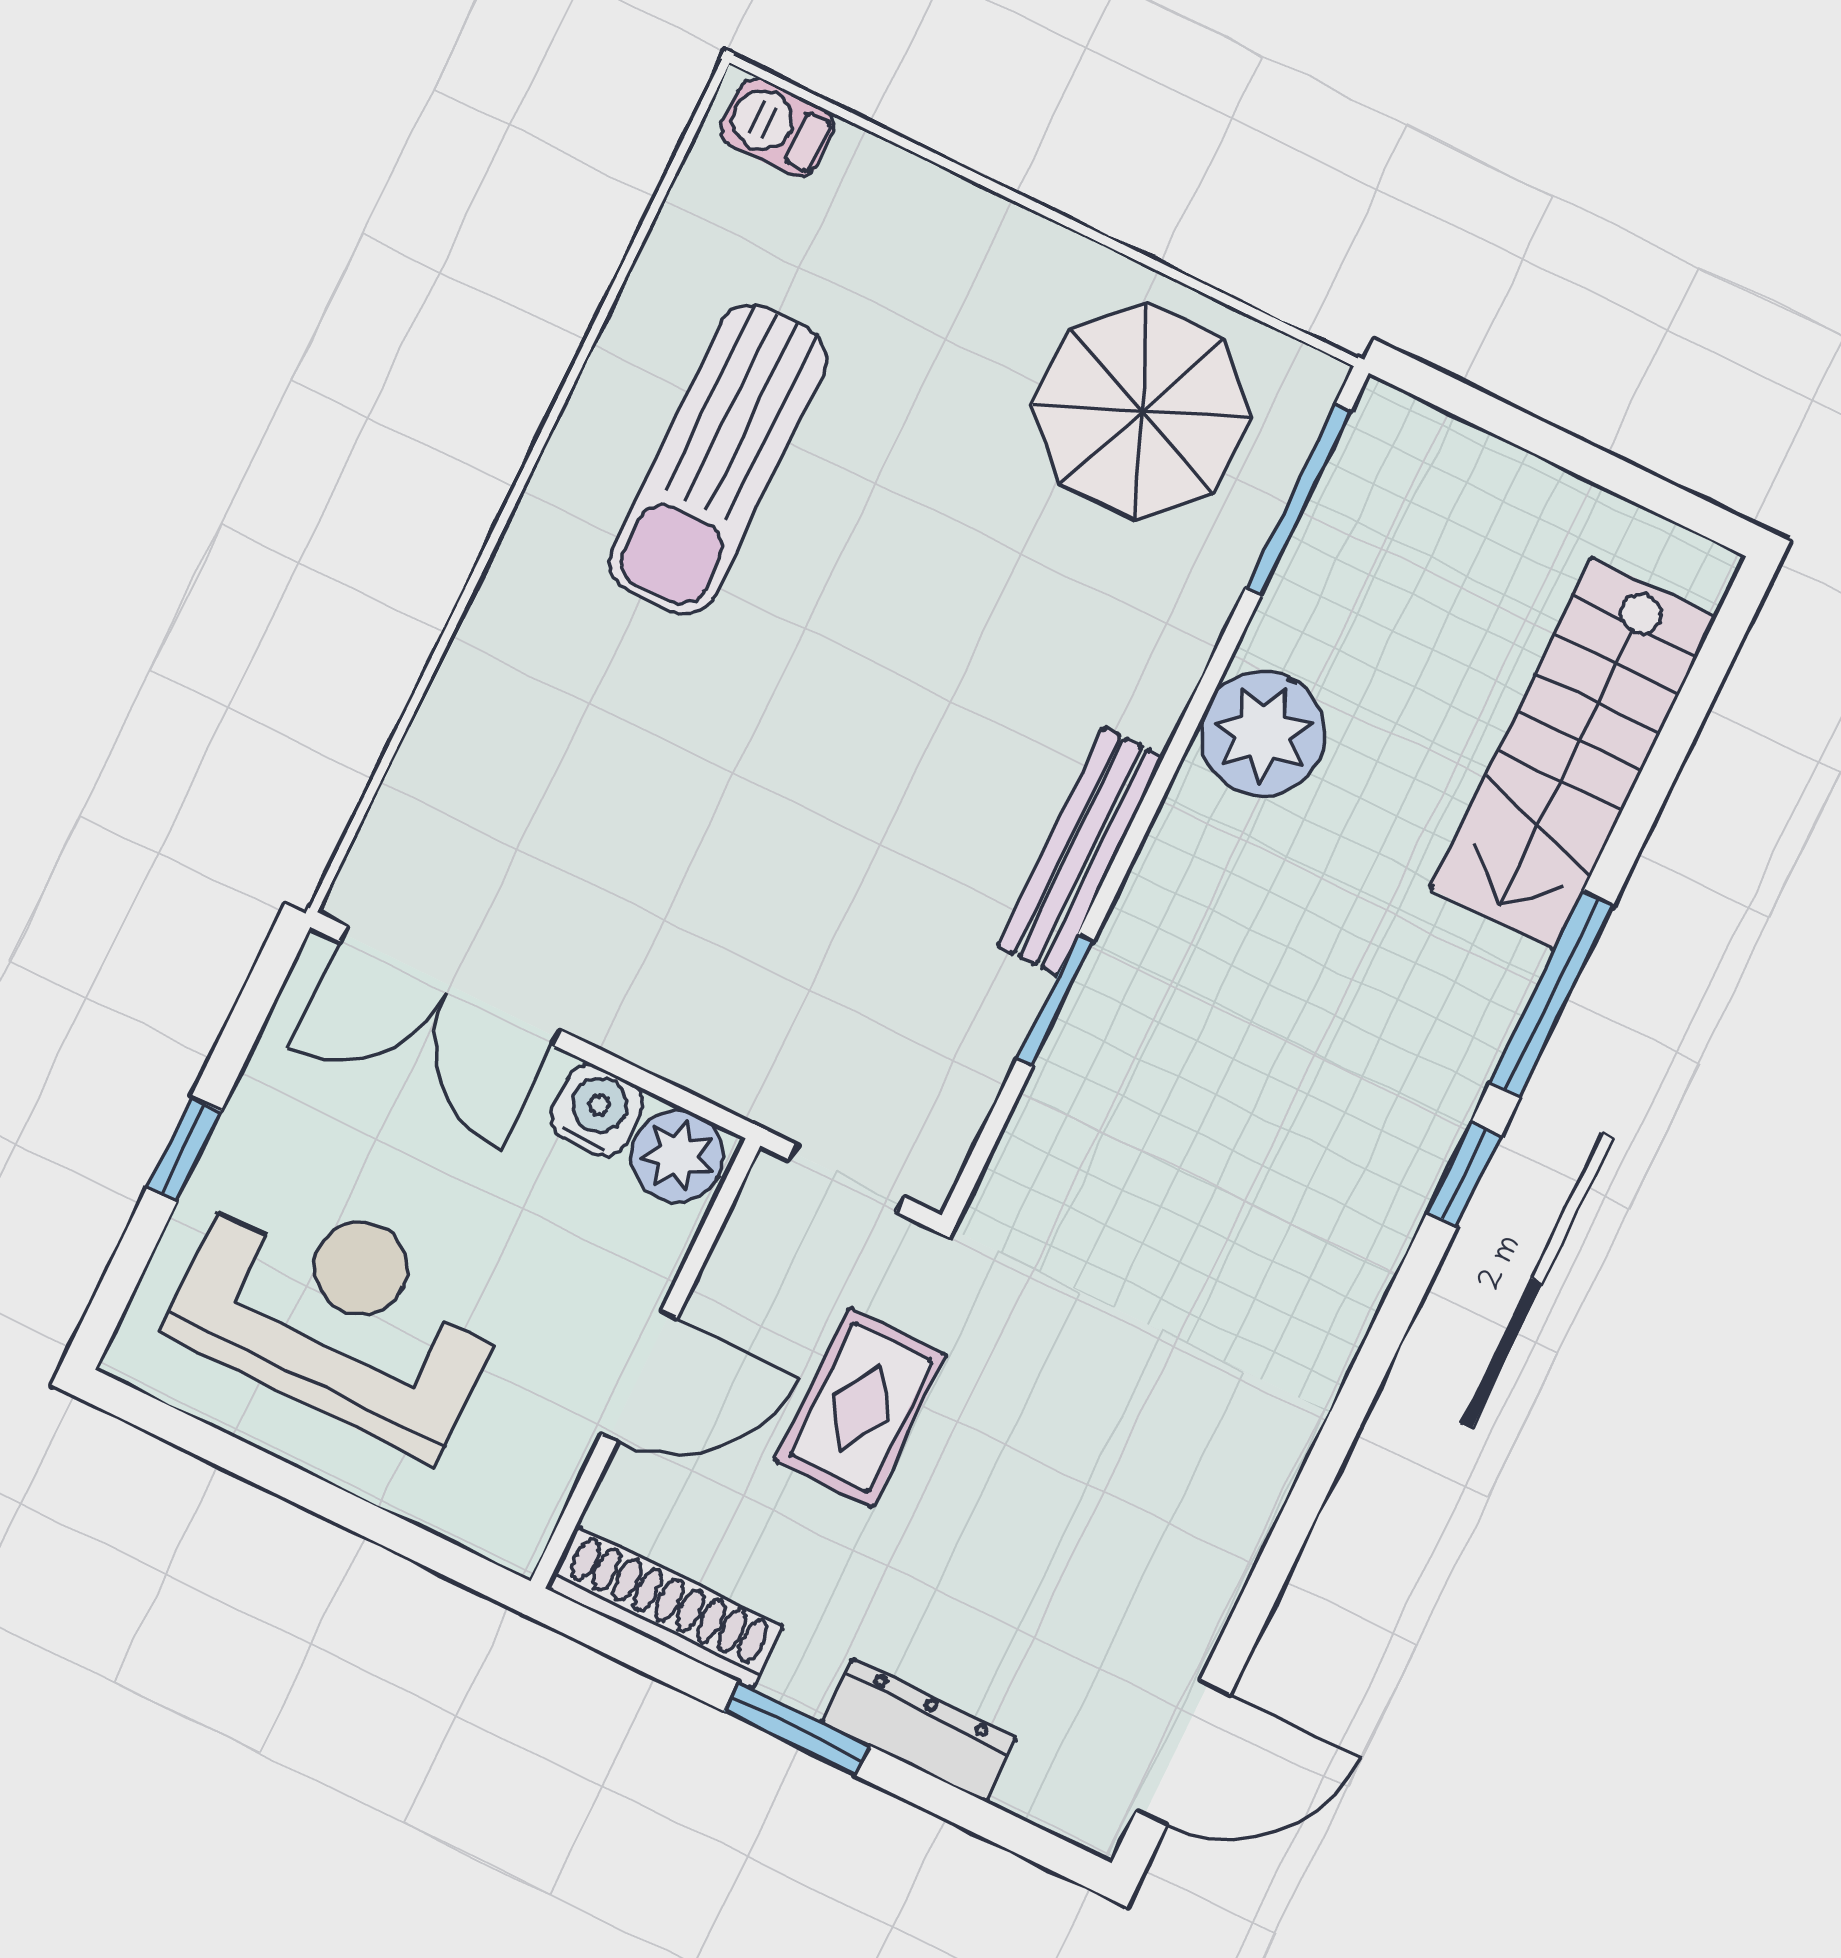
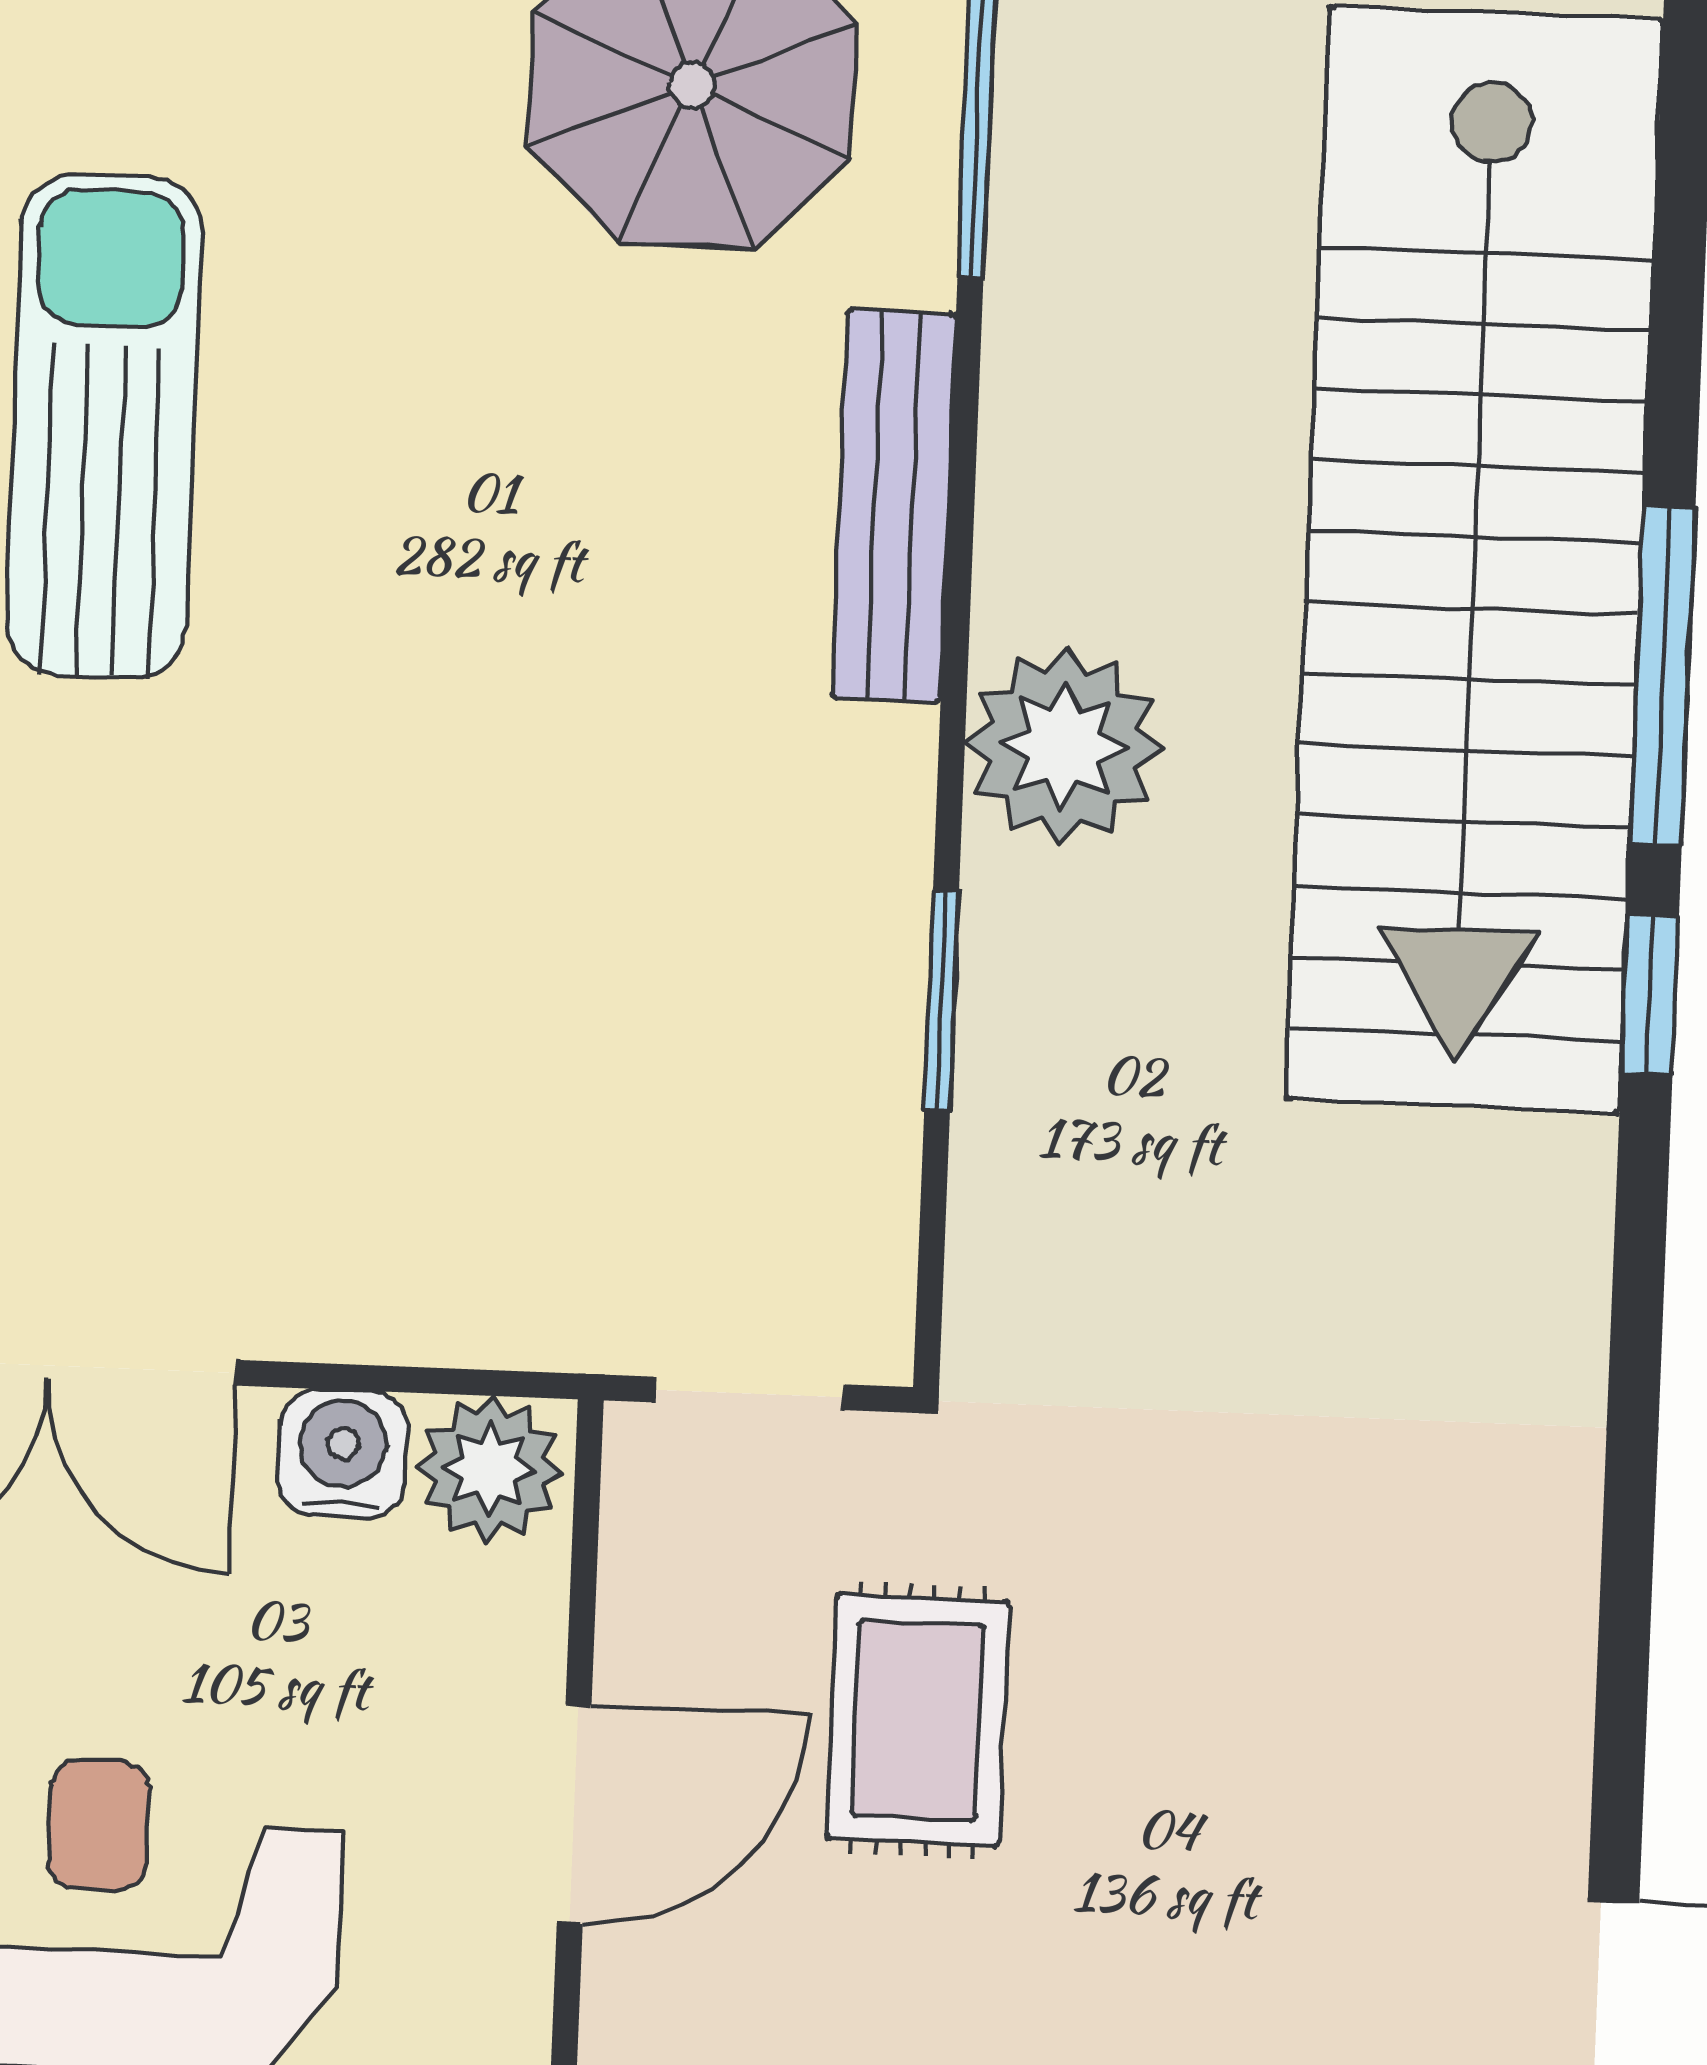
sun lounger: (718, 460) -> (104, 426), turned 180
plant: (1262, 734) -> (1064, 746), moved
stairs: (1573, 753) -> (1474, 559), width x1.86, depth x1.51
bench: (1080, 851) -> (894, 505), moved

